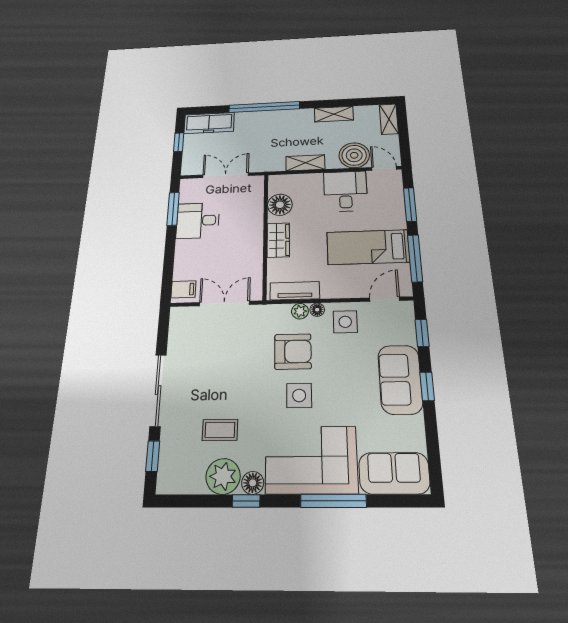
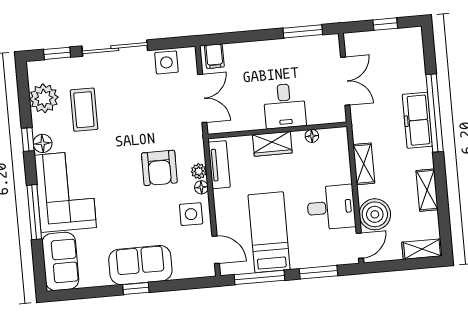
freezer: (209, 123) -> (417, 120), moved
floor lamp: (280, 205) -> (312, 136), width x0.53, depth x0.53
desk: (198, 221) -> (285, 106), moved, turned 180
window: (422, 333) -> (185, 284), removed
side table: (299, 395) -> (166, 62), moved
coffee table: (220, 430) -> (84, 110), width x1.36, depth x1.30
plant: (223, 476) -> (44, 98), moved

